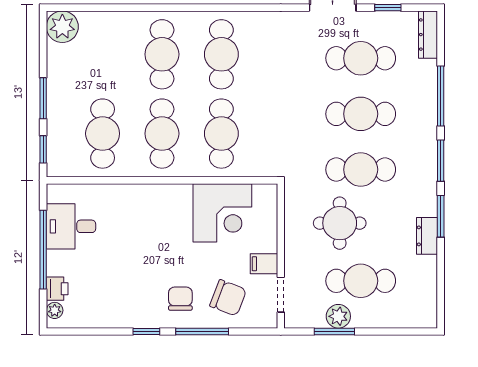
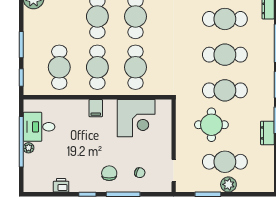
filing cabinet: (264, 264) -> (96, 108), moved, turned -90
printer: (57, 289) -> (61, 185), moved, turned -90
chair: (228, 298) -> (140, 173), width x0.54, depth x0.54
plant: (55, 310) -> (29, 148), moved
plant: (338, 316) -> (228, 184), moved

